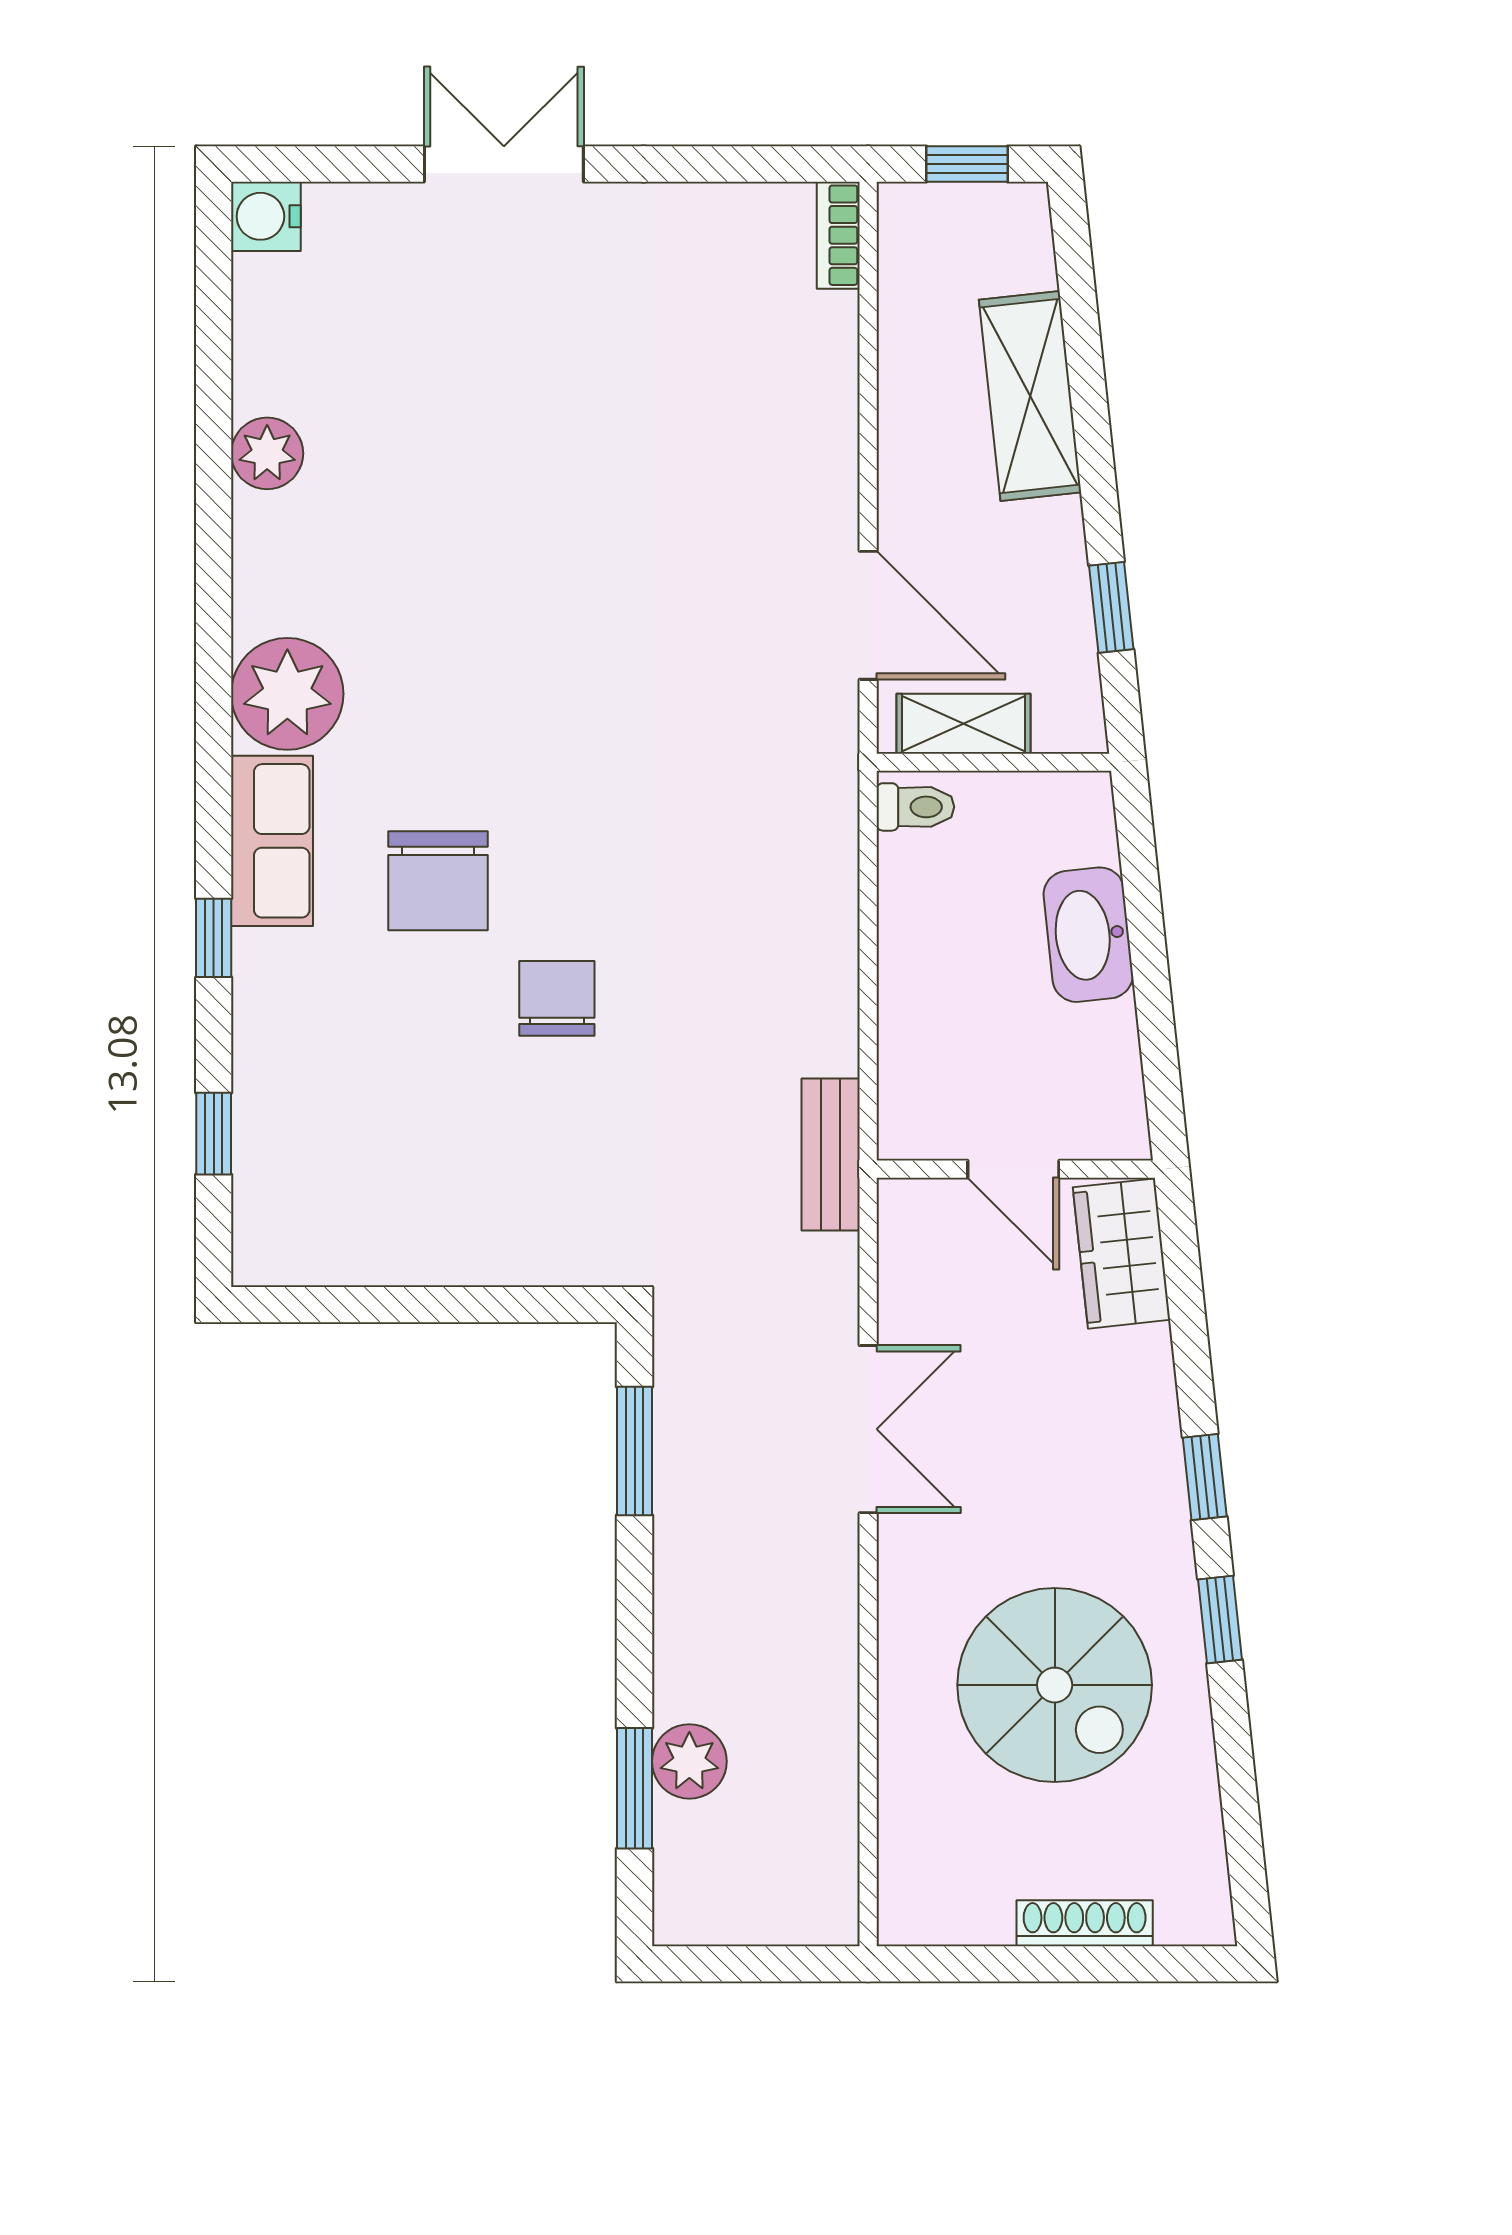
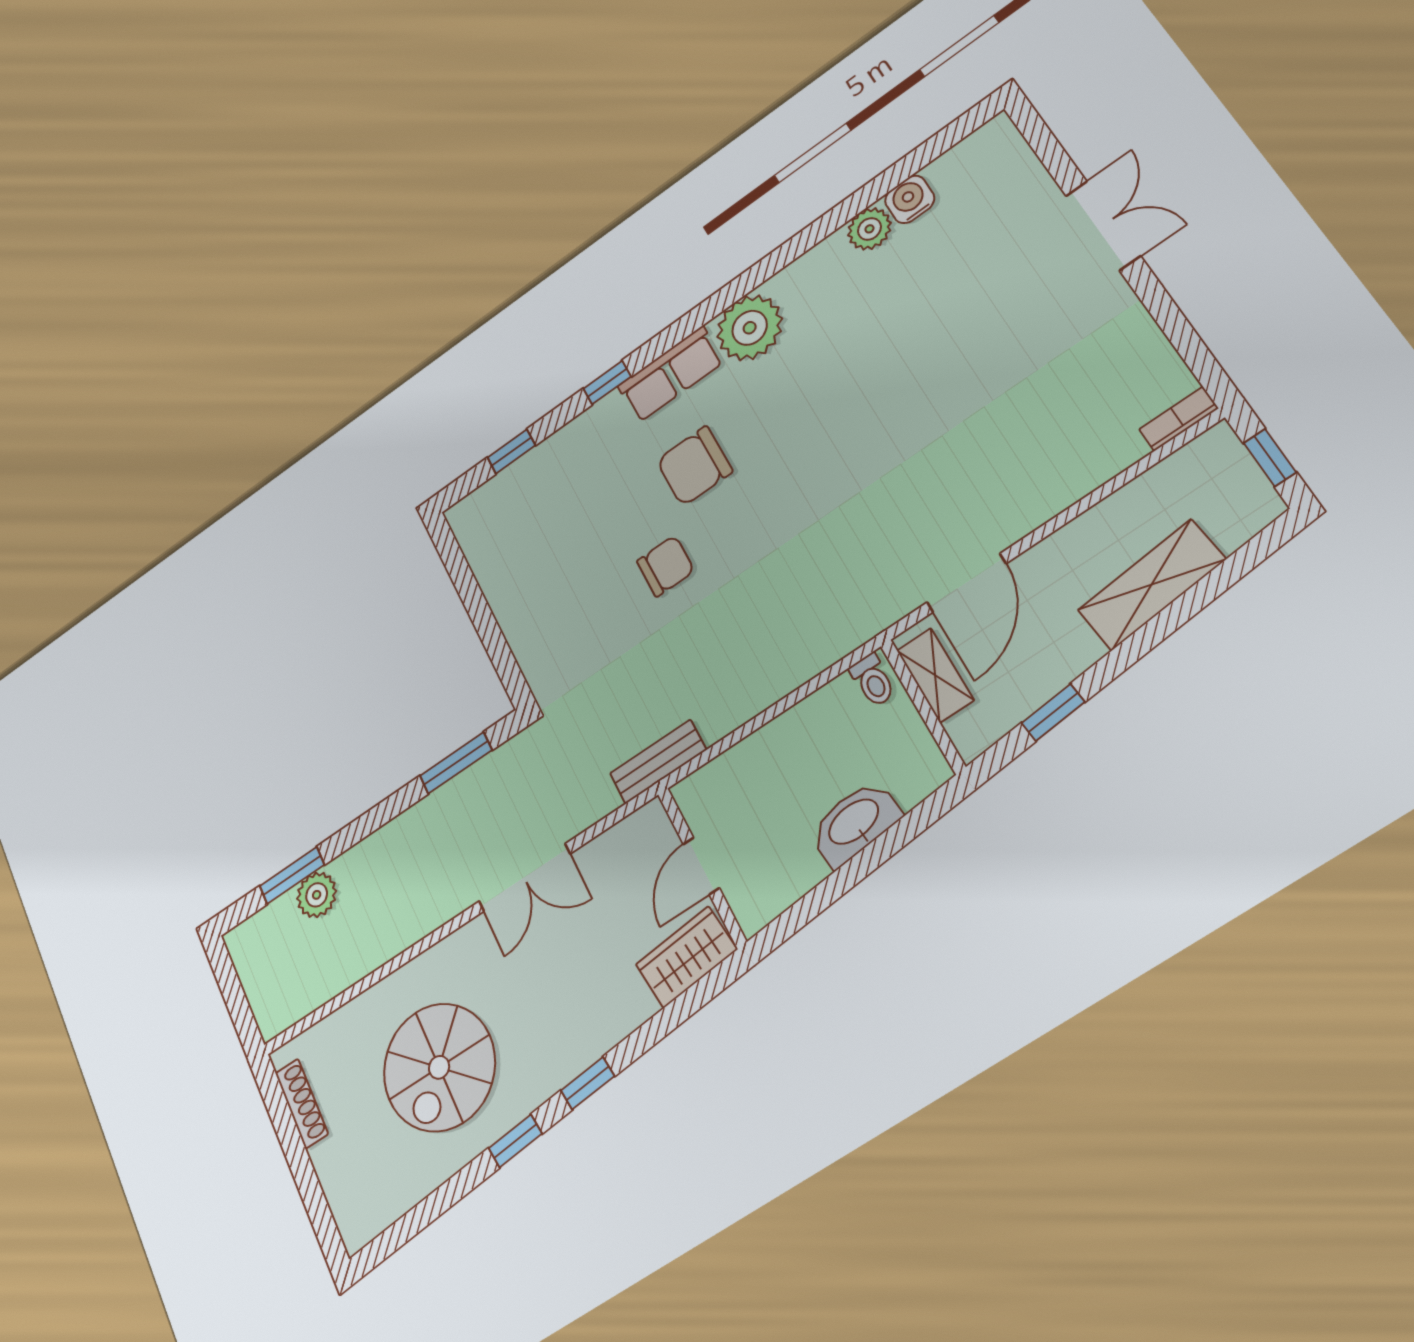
water cooler: (266, 216) -> (910, 199), moved
shoe rack: (1085, 1923) -> (302, 1104), moved

